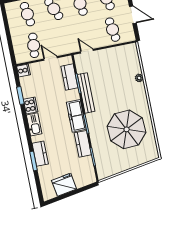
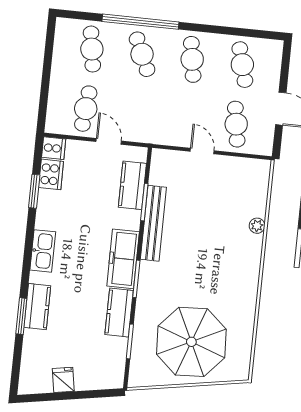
door: (87, 51) -> (202, 151), moved
cooker: (31, 105) -> (51, 174), moved
parasol: (127, 129) -> (191, 342), moved
fridge: (64, 185) -> (63, 380), width x0.53, depth x0.75

